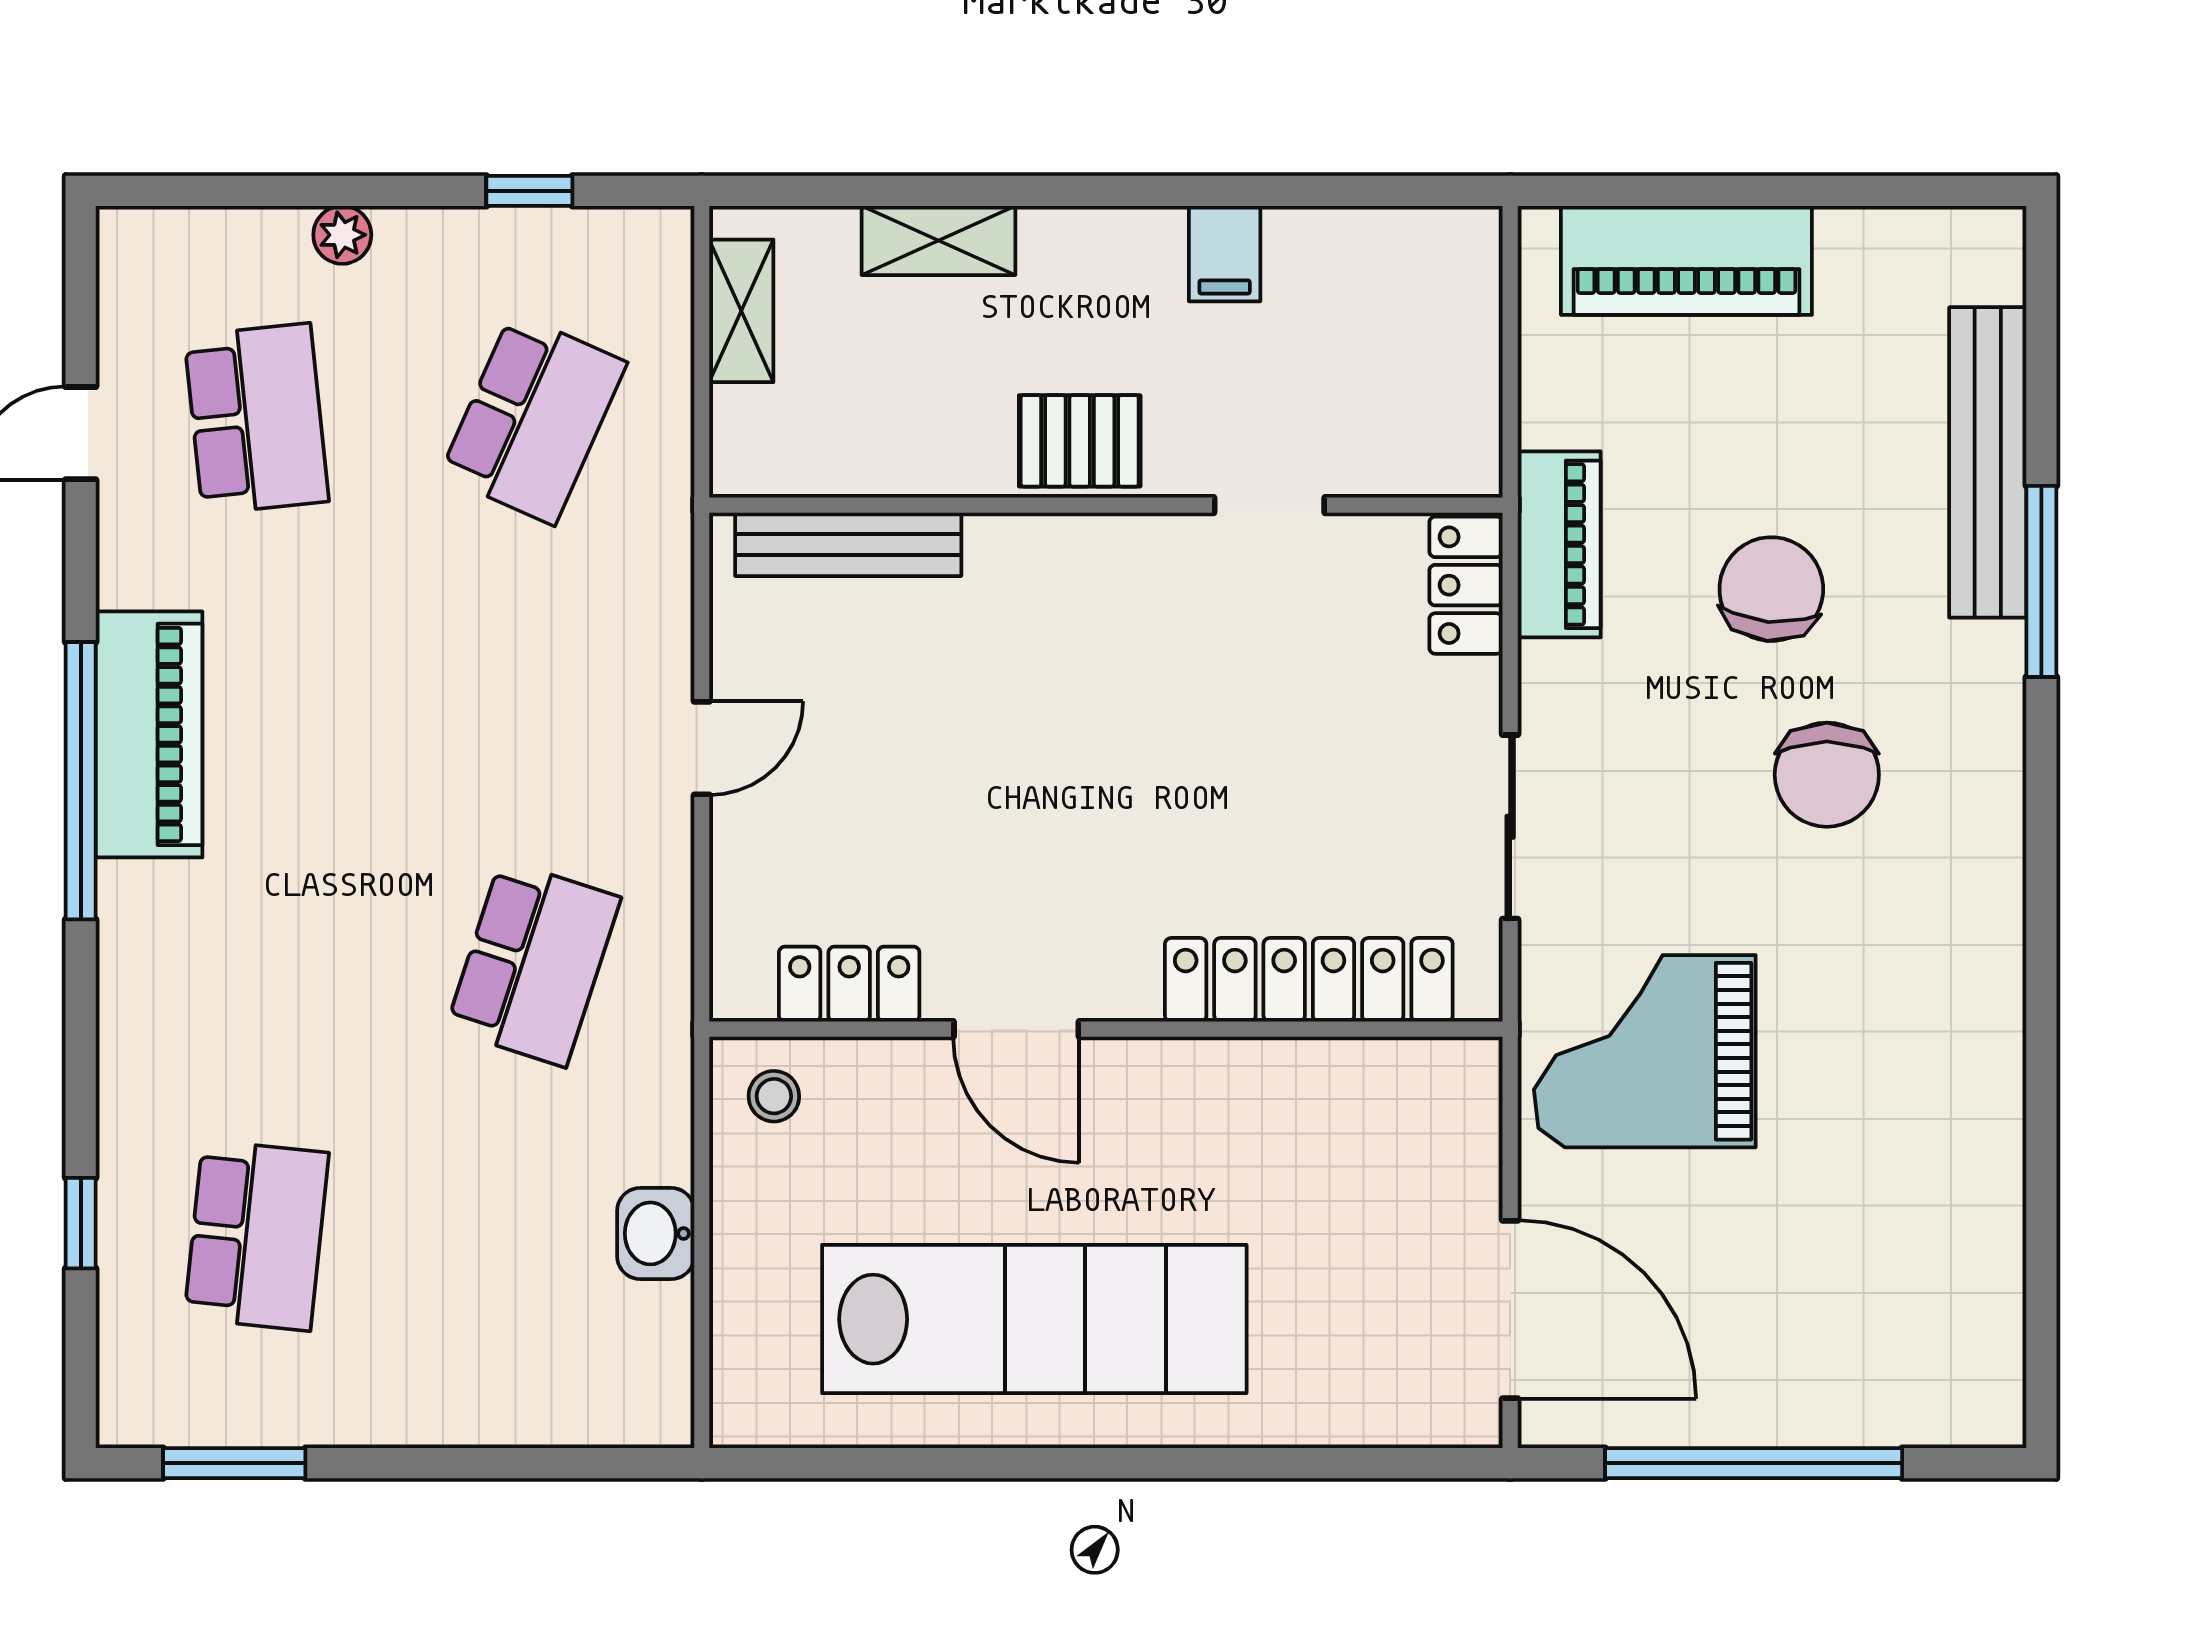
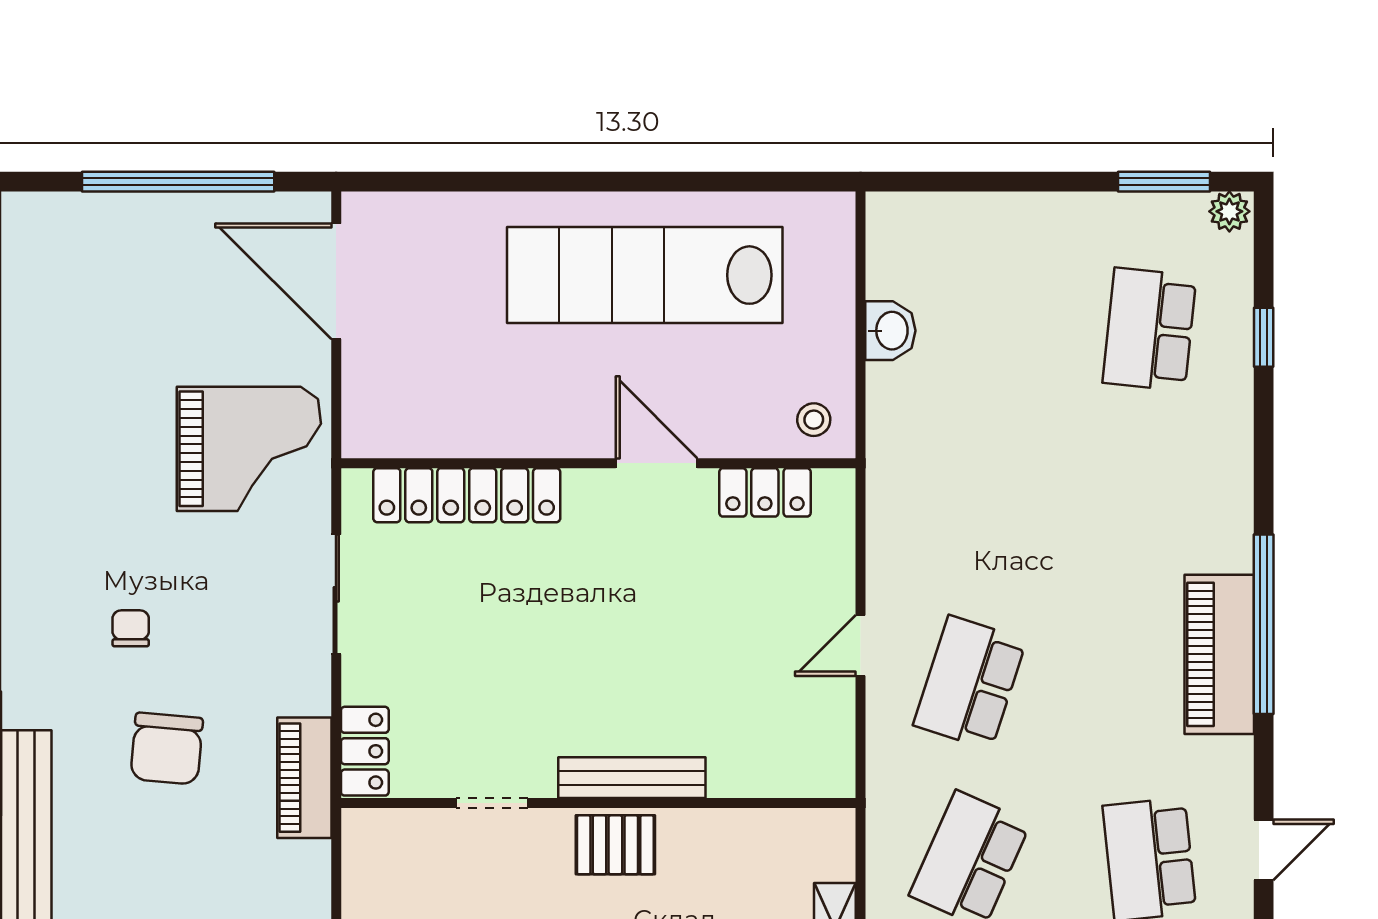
bench: (848, 544) -> (632, 778), moved
chair: (1827, 775) -> (131, 628), width x0.54, depth x0.54
school desk: (533, 963) -> (970, 683), moved
plant: (133, 1417) -> (1229, 211), added

